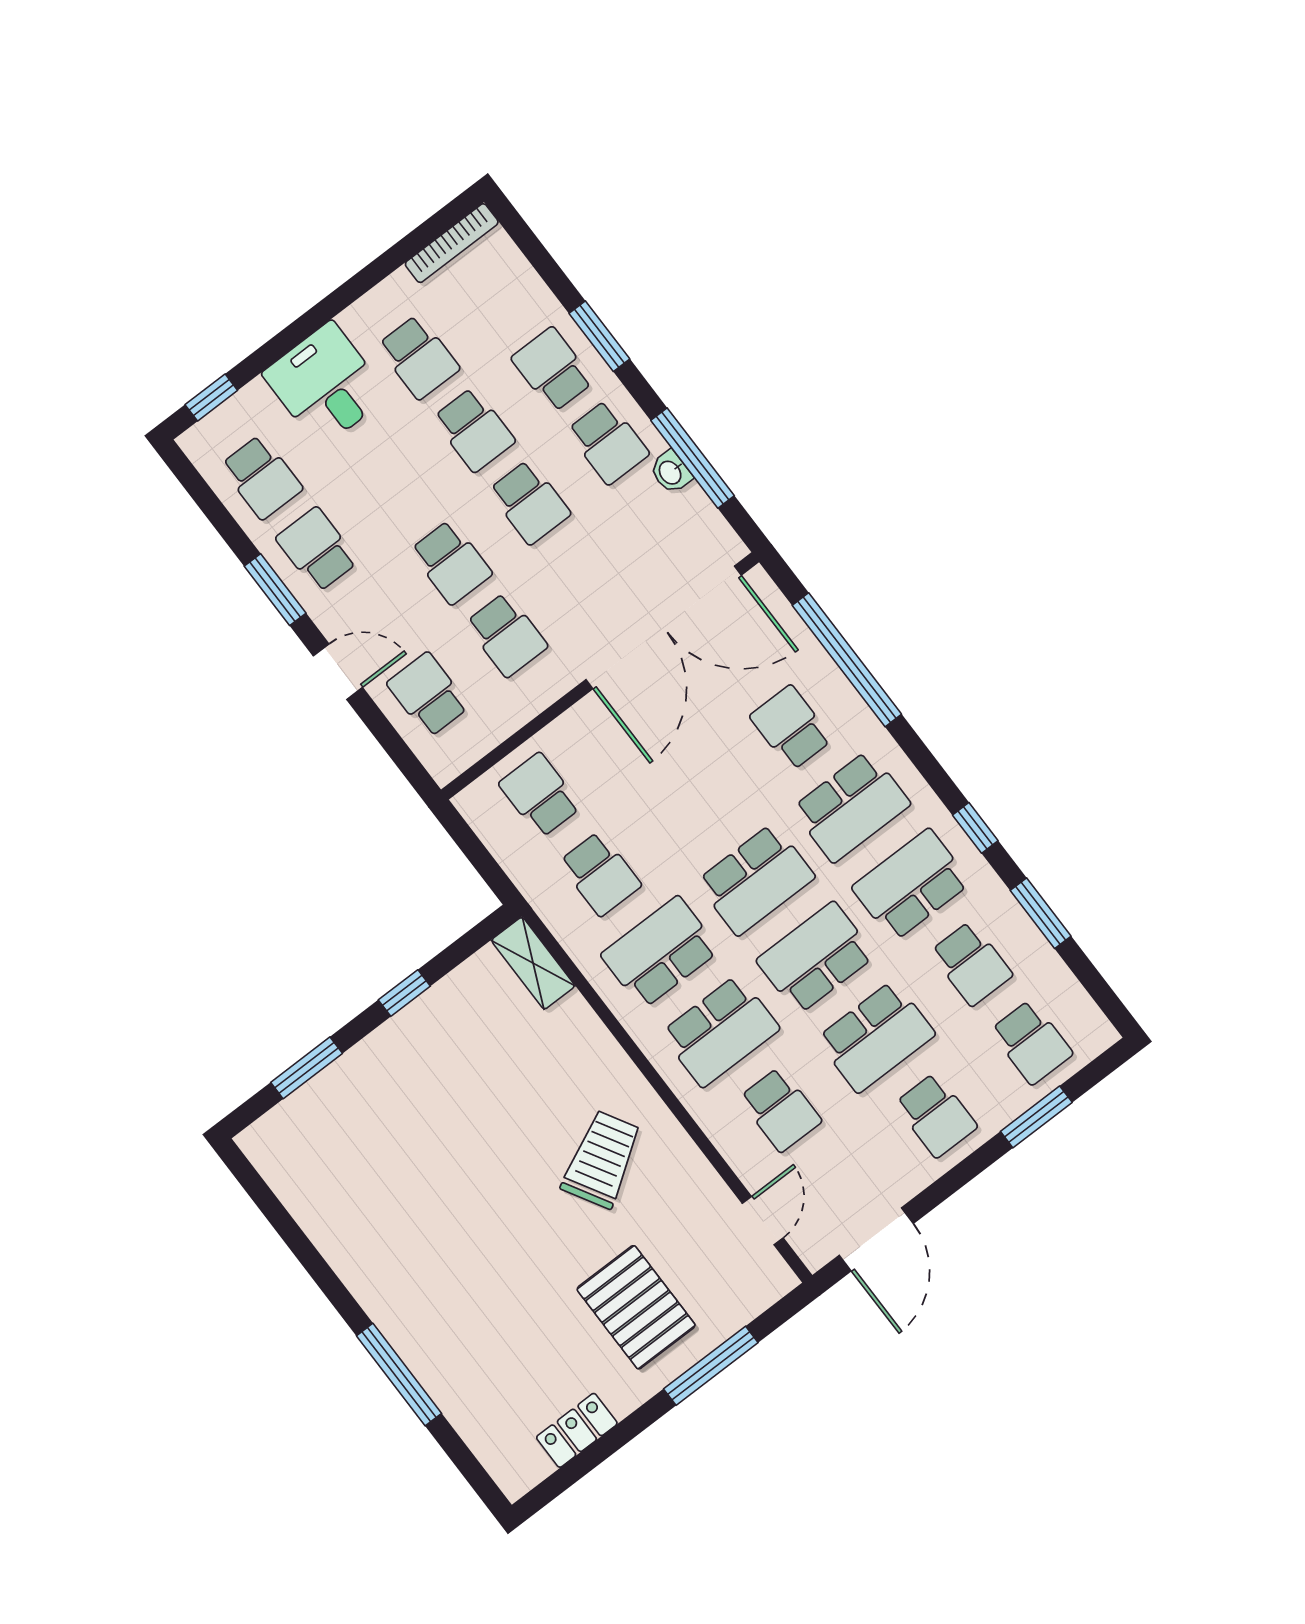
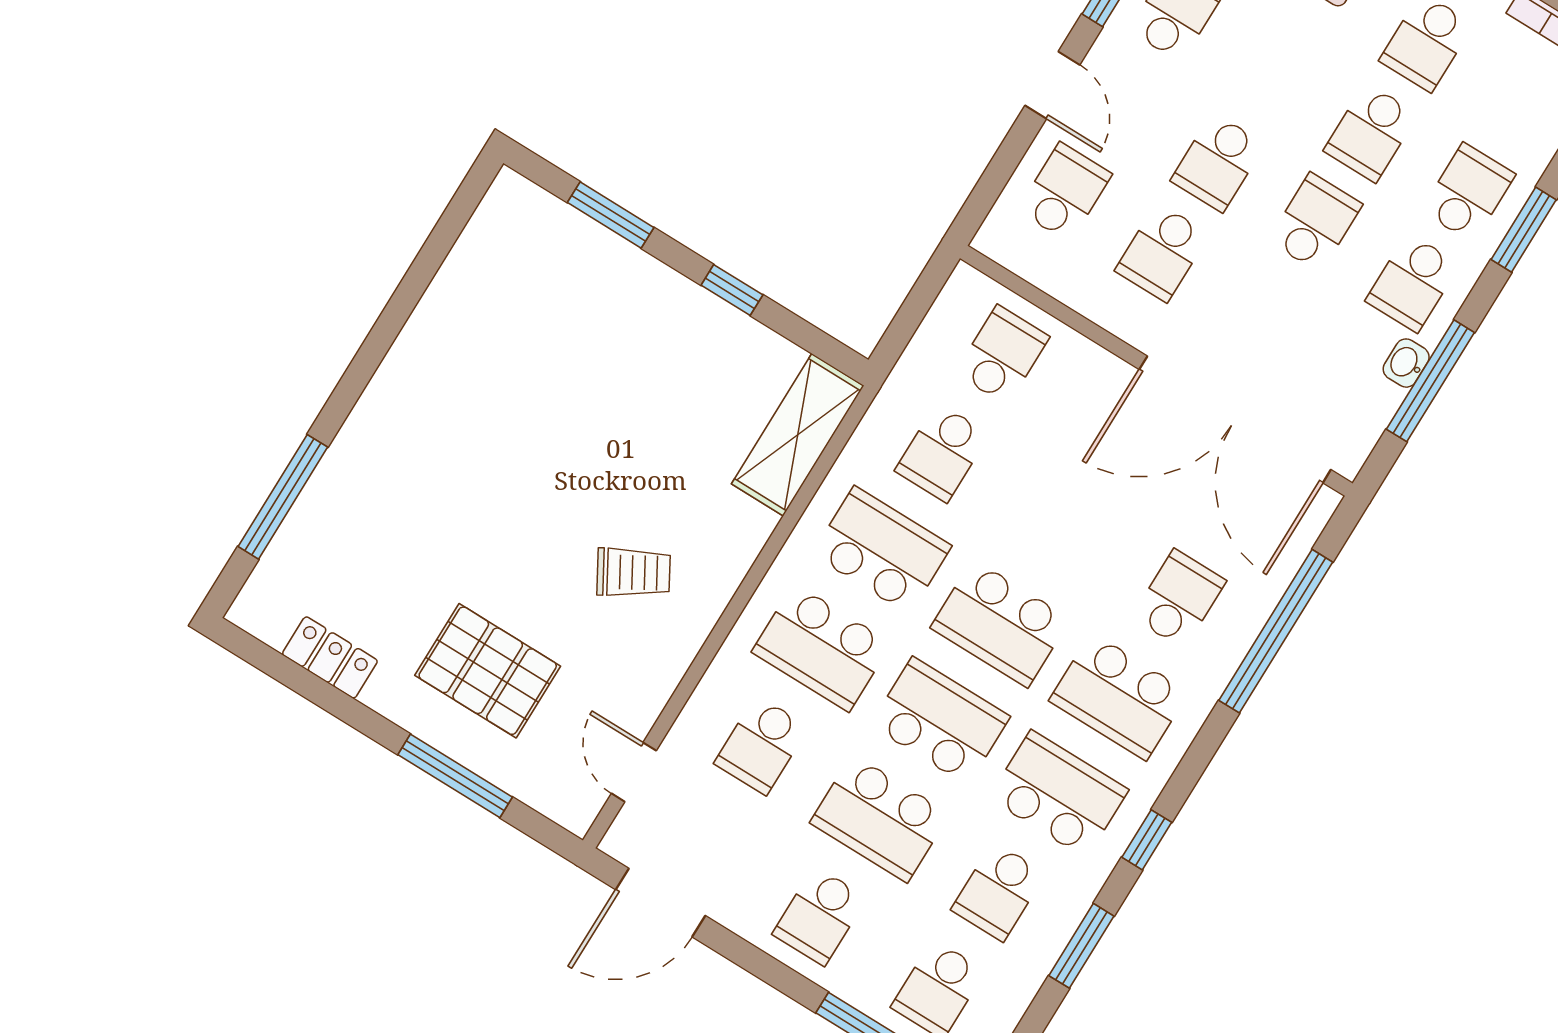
school desk: (529, 502) -> (1315, 223), turned 180
shelving: (533, 963) -> (798, 435), width x1.50, depth x1.33
trolley: (602, 1159) -> (634, 572), width x0.73, depth x0.72
door: (763, 1221) -> (634, 772), swing flipped
pallet: (636, 1307) -> (488, 671), turned 90
window: (399, 1375) -> (283, 497), moved

